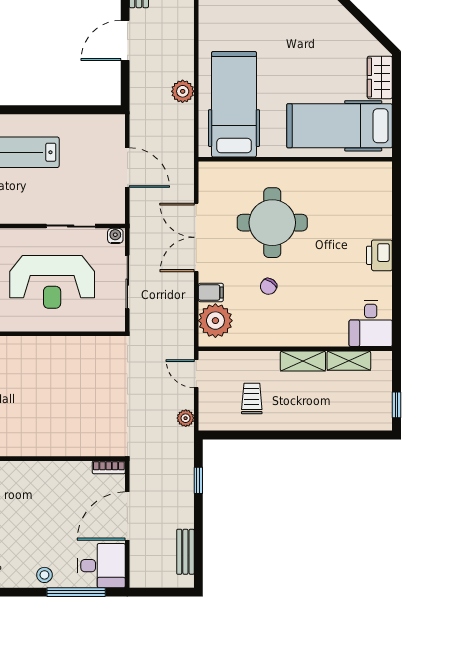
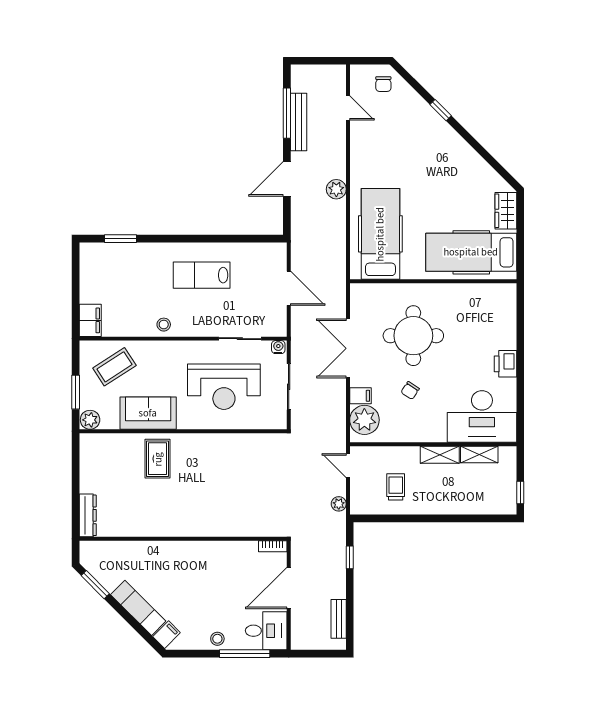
plant: (183, 91) -> (336, 189), moved
desk: (371, 323) -> (482, 416), width x1.87, depth x1.30

